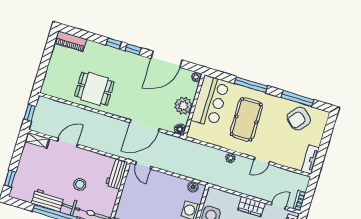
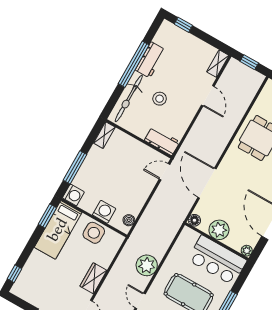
plant: (230, 158) -> (147, 265), width x1.88, depth x1.88

